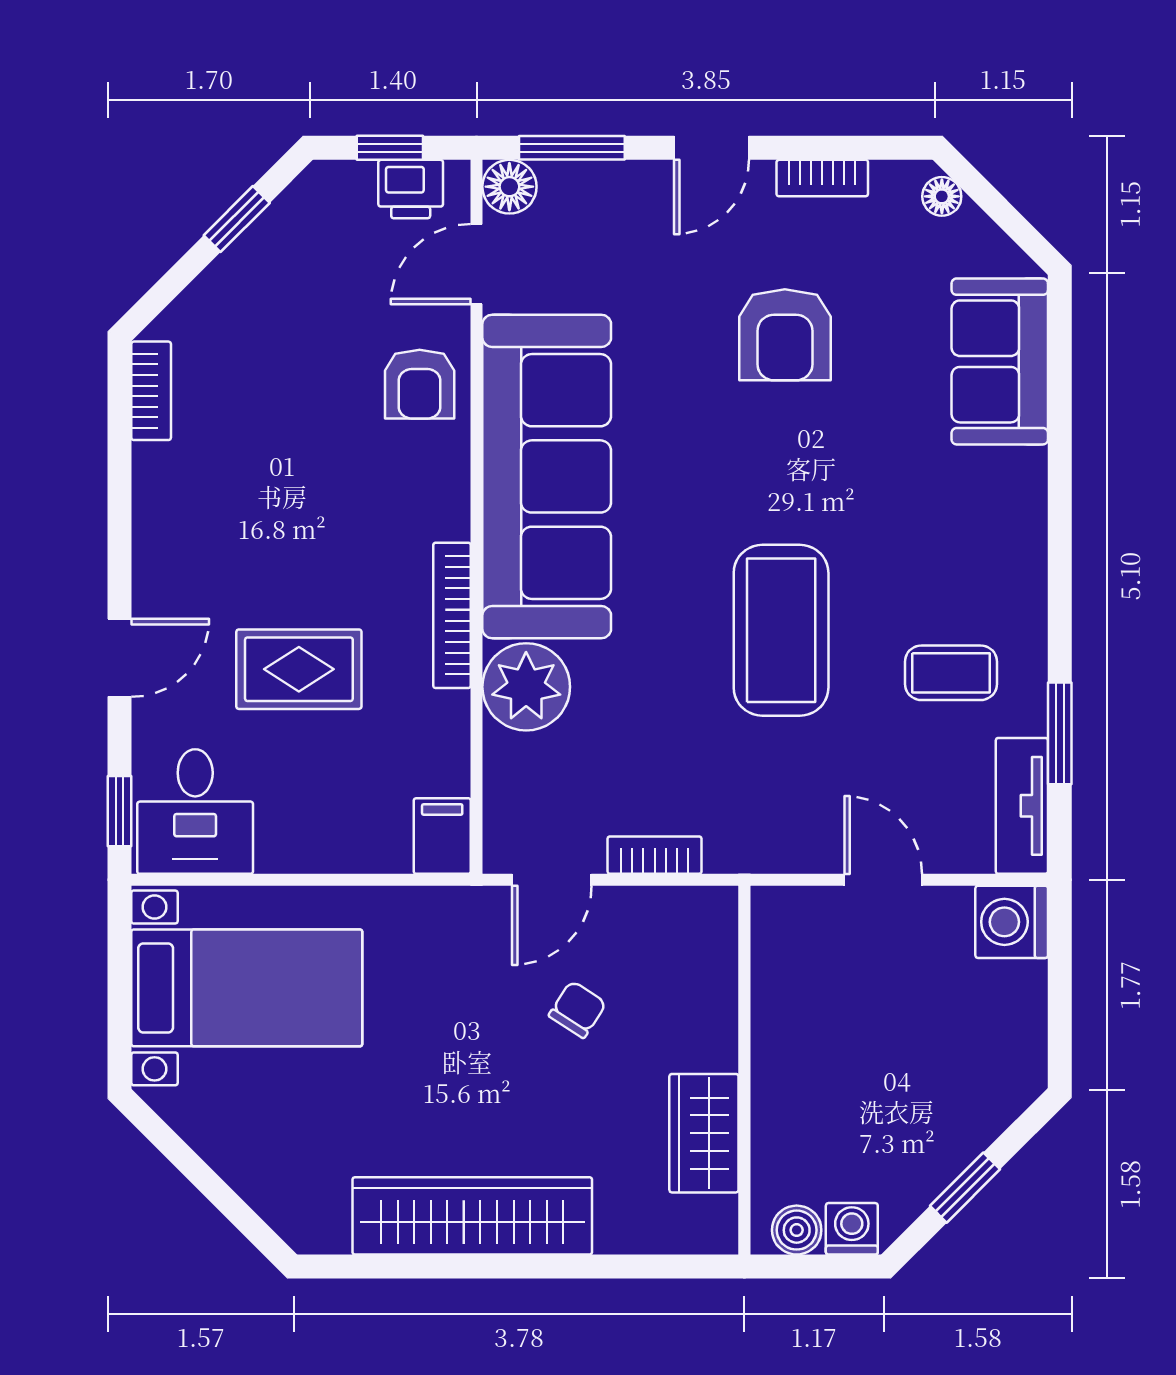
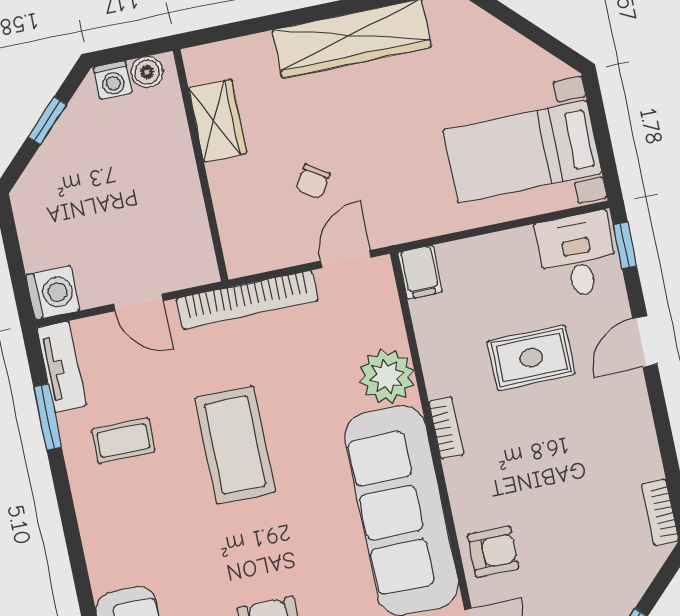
armchair: (420, 384) -> (493, 552), turned 90
bookcase: (452, 615) -> (446, 428), width x0.64
bookcase: (655, 855) -> (247, 300), width x2.31, depth x1.31

